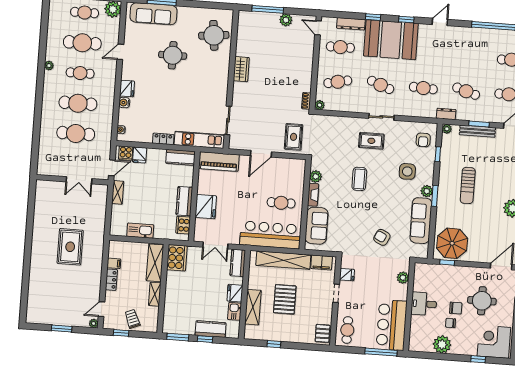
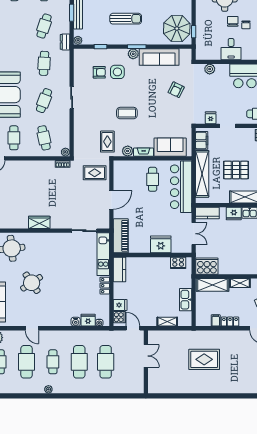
round table: (173, 55) -> (32, 283), turned -34
fridge: (127, 89) -> (88, 320), moved
armchair: (423, 140) -> (99, 72), moved
rug: (371, 141) -> (107, 142), moved
door: (261, 154) -> (111, 200), hinge flipped
shelving: (118, 192) -> (167, 322), moved
kitchen counter: (184, 201) -> (157, 263), removed

